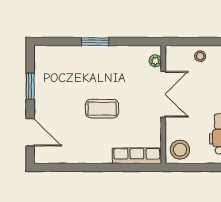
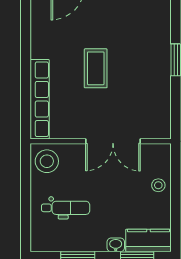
plant: (155, 61) -> (153, 132), removed
row of seats: (137, 156) -> (40, 99), width x1.36

